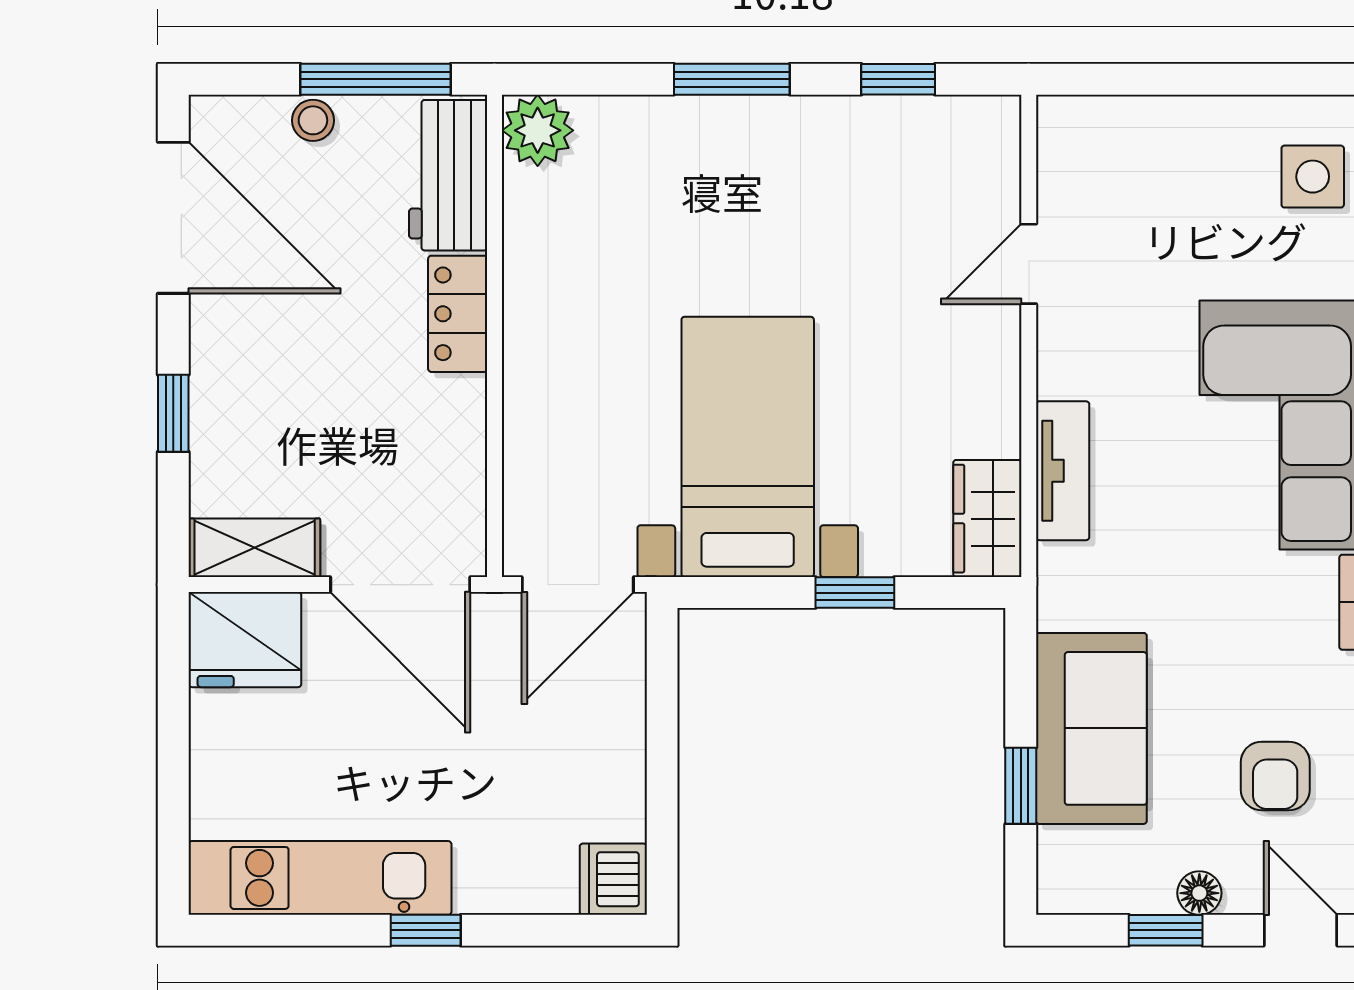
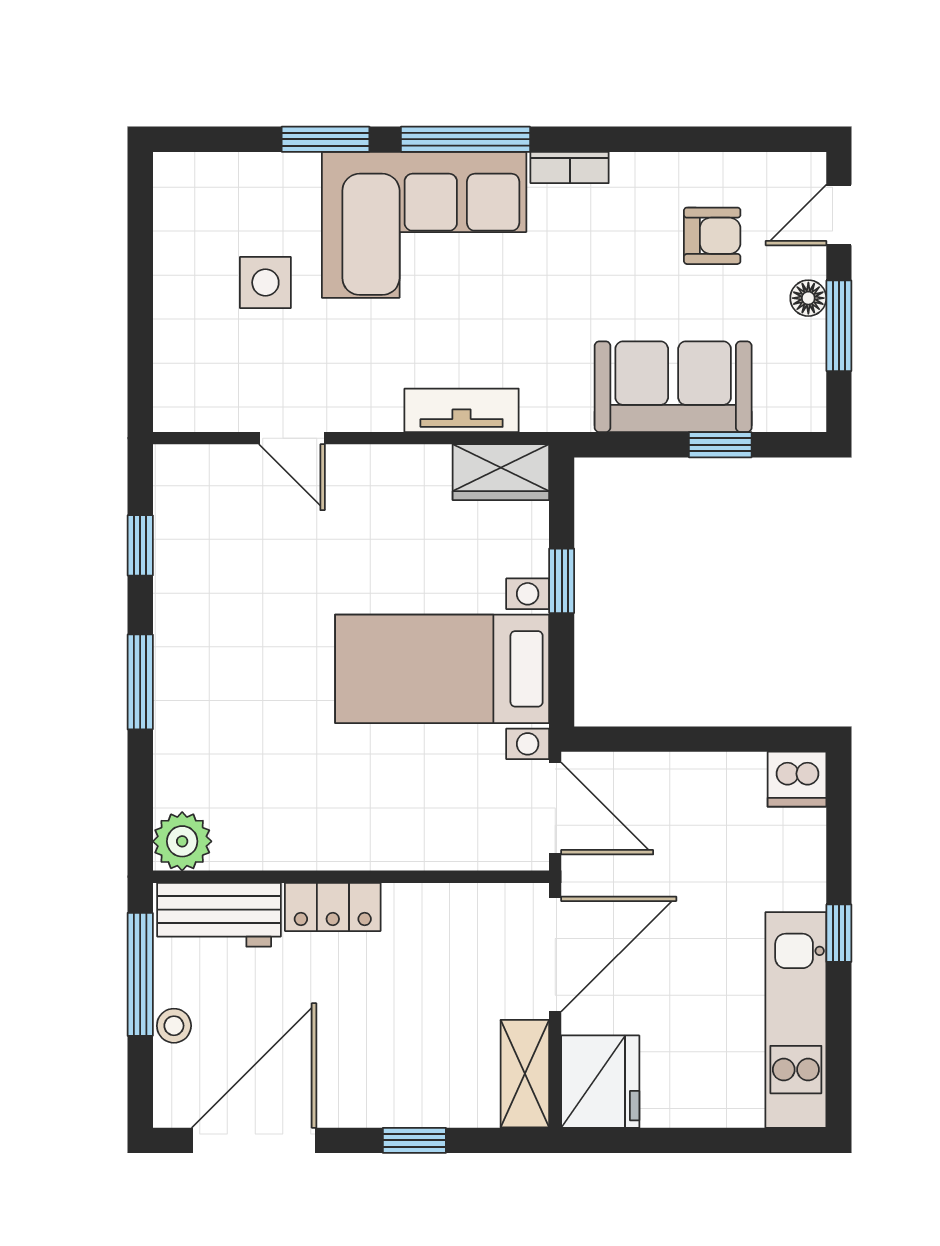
side table: (1313, 177) -> (265, 282), moved
window: (1166, 930) -> (839, 326), width x1.50

